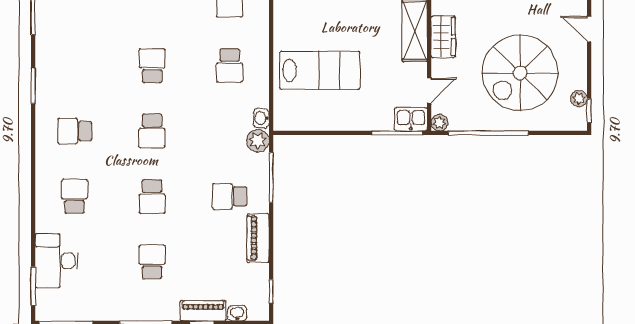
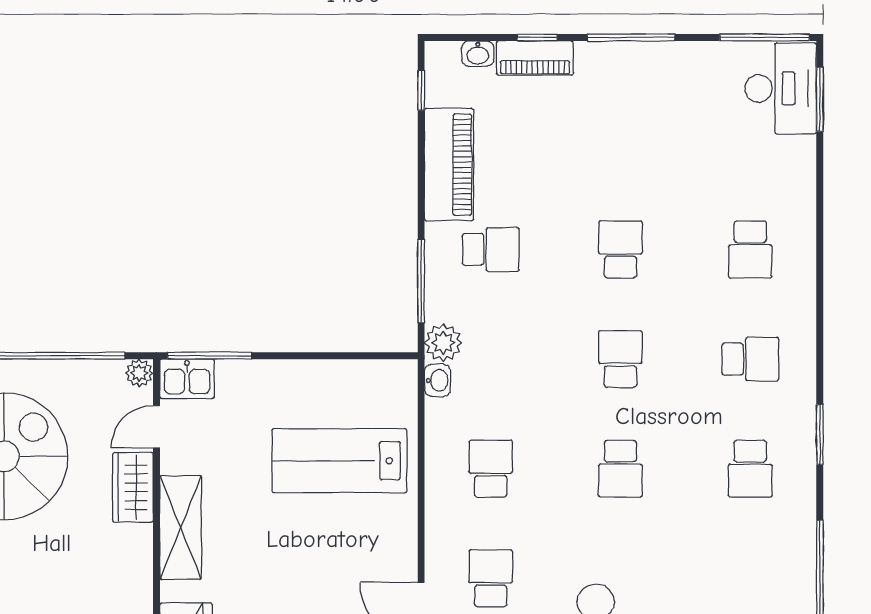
wardrobe: (443, 37) -> (133, 487), moved
piano: (258, 238) -> (449, 165), width x1.37, depth x1.33
desk: (56, 261) -> (781, 88), moved
school desk: (152, 262) -> (750, 469), moved

